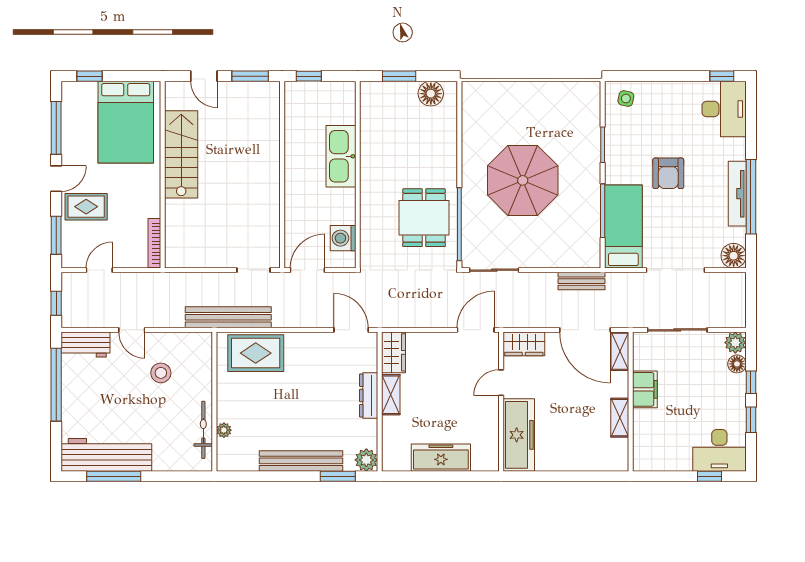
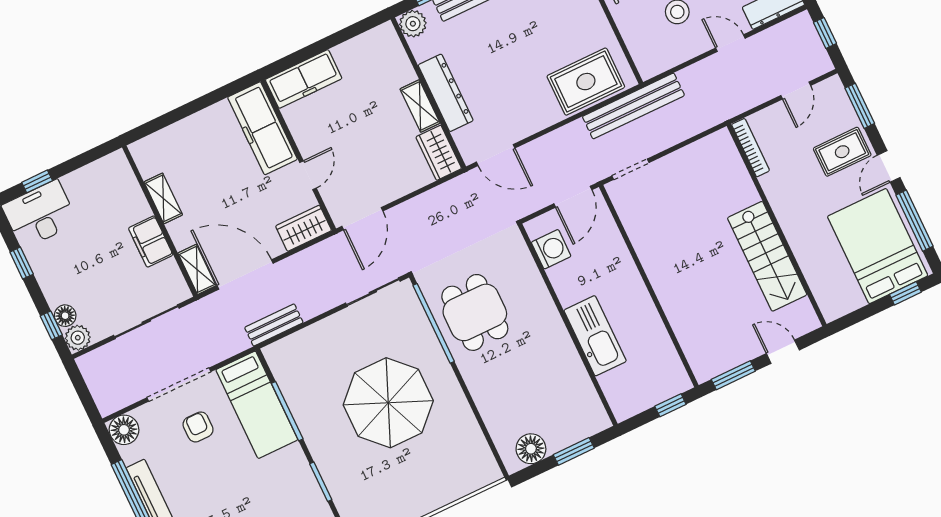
bed: (126, 122) -> (878, 246), moved
armchair: (668, 173) -> (198, 427), moved, width x0.72, depth x0.72
window: (751, 382) -> (51, 325), moved
dresser: (369, 395) -> (446, 93), width x1.37, depth x1.24
freezer: (441, 458) -> (304, 79), moved

